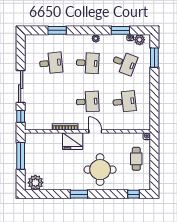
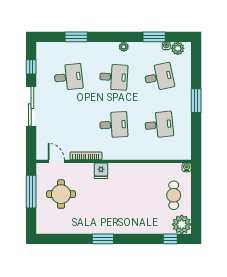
window: (154, 58) -> (196, 101), moved
desk: (124, 63) -> (159, 77), turned -33
window: (21, 116) -> (31, 67), moved
door: (95, 131) -> (56, 161), moved
fridge: (73, 141) -> (101, 171), width x0.53, depth x0.75
round table: (100, 170) -> (61, 194), moved, width x0.73, depth x0.73
plant: (35, 183) -> (182, 224), moved

